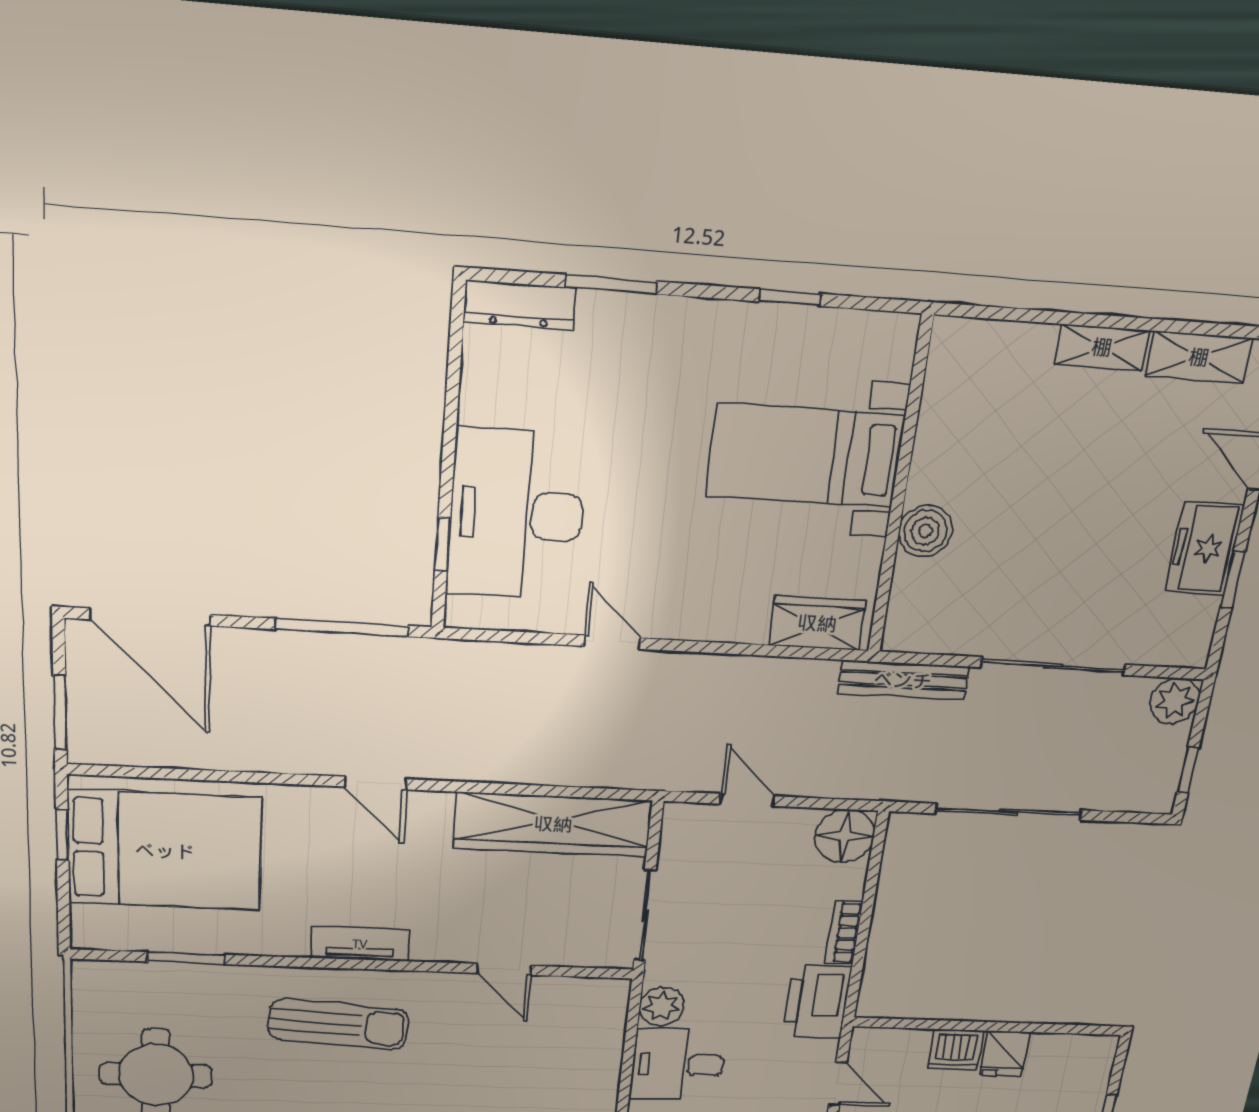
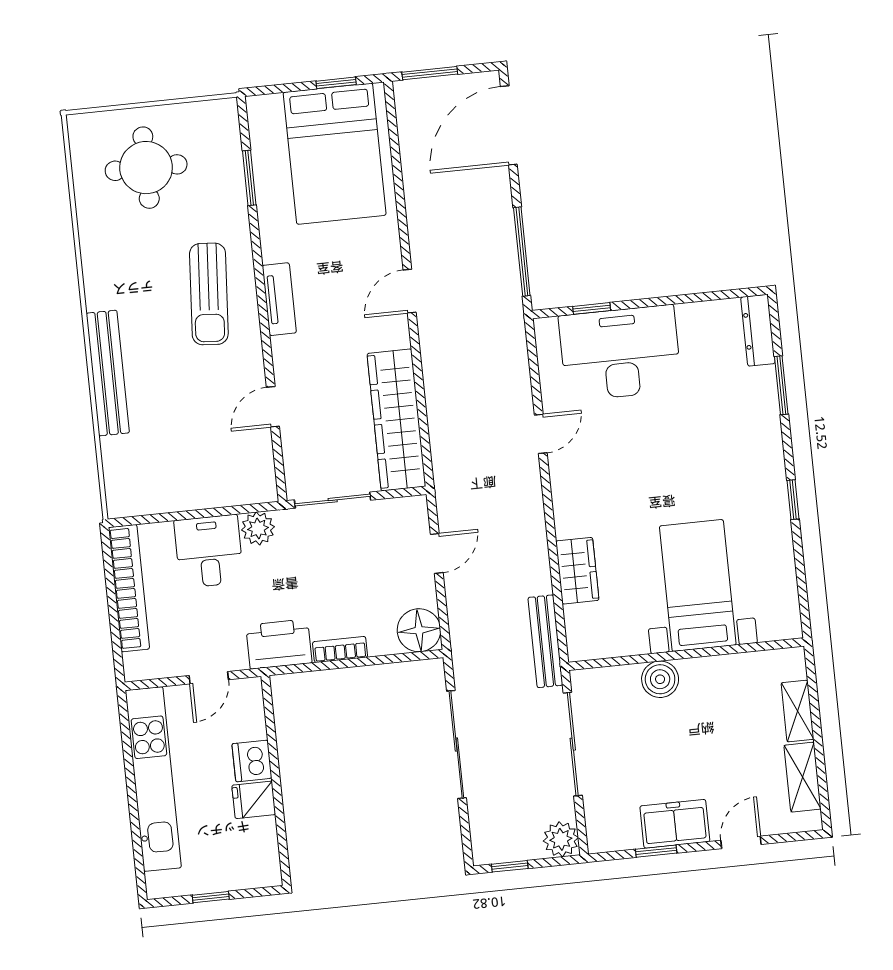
bed with nightstands: (805, 456) -> (698, 585), moved
wall: (900, 489) -> (686, 654), moved
boiler: (926, 531) -> (660, 679), moved

